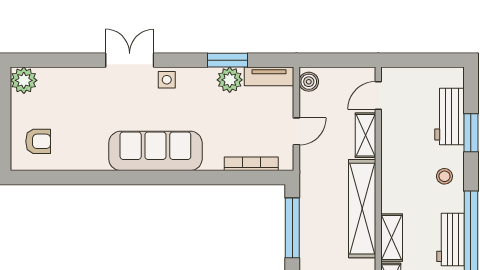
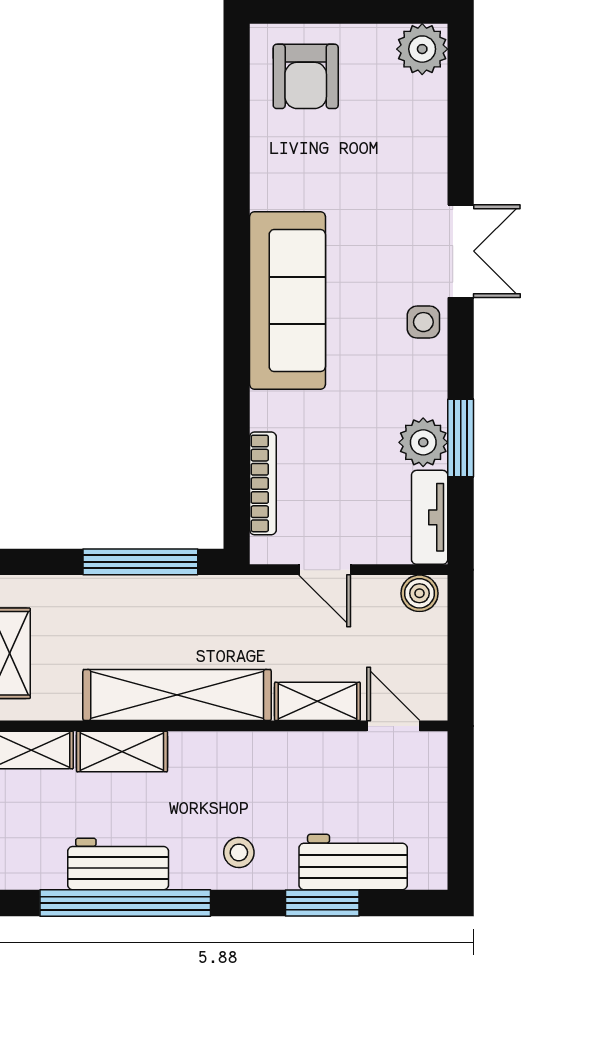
armchair: (38, 141) -> (306, 76), width x1.38, depth x1.38

